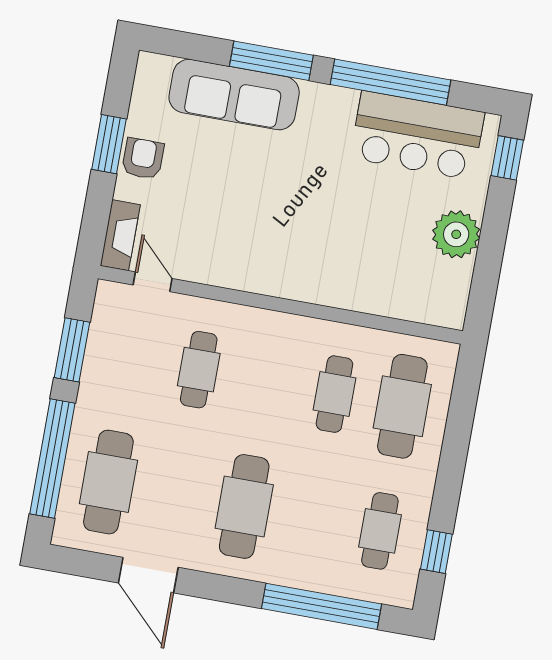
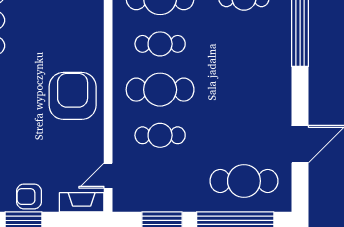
armchair: (281, 250) -> (73, 96), added
cafe table: (244, 506) -> (160, 90), moved

